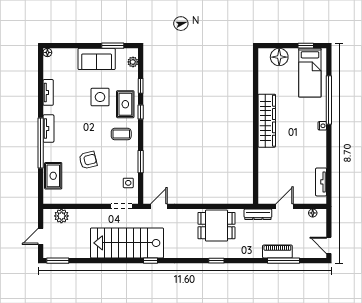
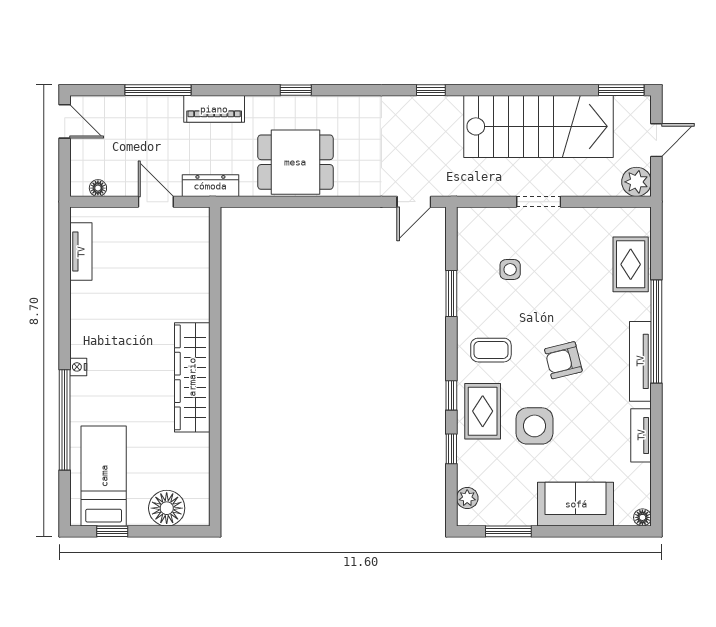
sofa: (97, 59) -> (576, 504), moved
tv unit: (48, 129) -> (640, 361), width x1.41
armchair: (88, 160) -> (563, 360), moved
side table: (128, 183) -> (510, 269), moved
doorway: (122, 206) -> (539, 202), moved
door: (284, 206) -> (156, 202), swing flipped
plant: (61, 216) -> (637, 182), moved
stairs: (127, 243) -> (538, 126), moved
piano: (277, 252) -> (214, 109), moved

